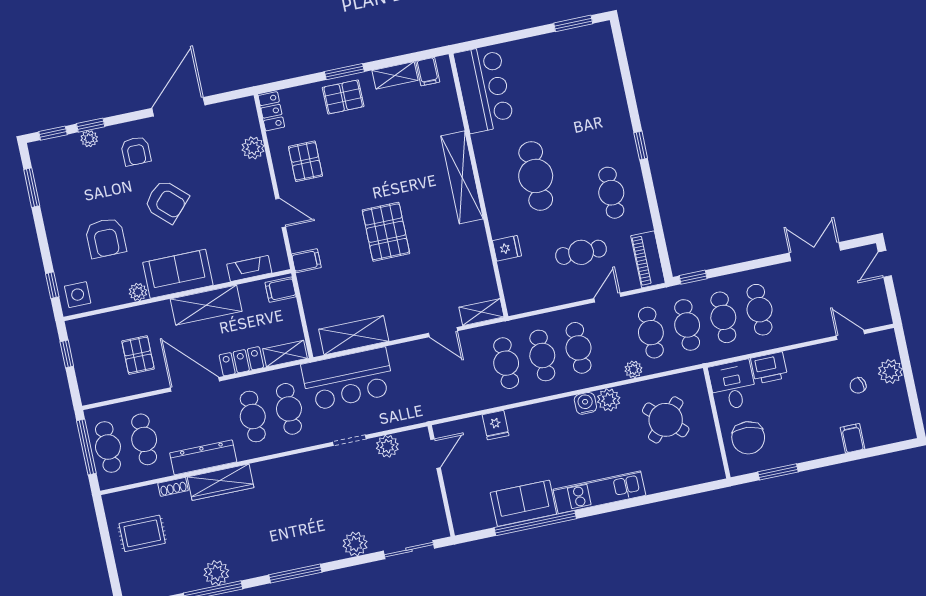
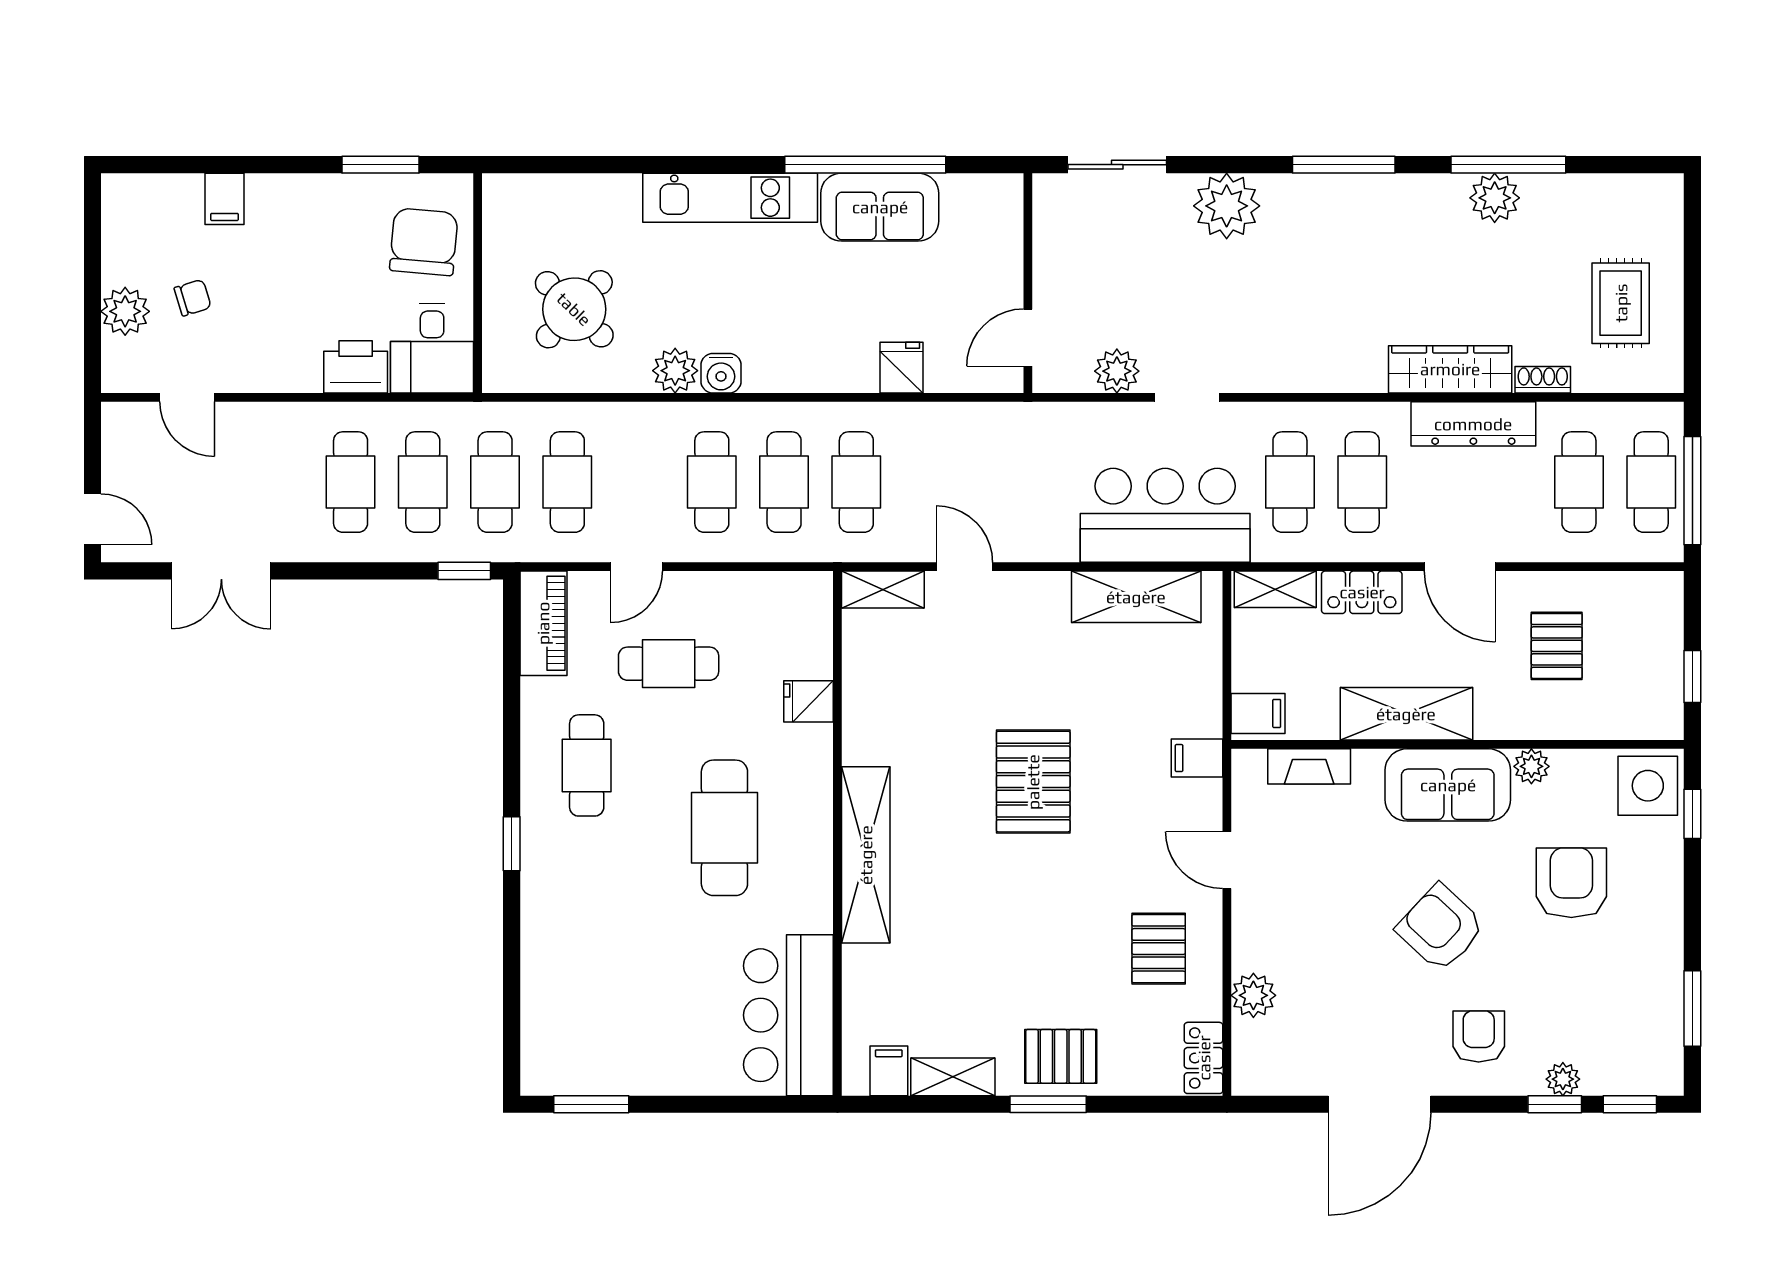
door: (885, 264) -> (93, 519), hinge flipped
side table: (78, 295) -> (1648, 786), width x1.37, depth x1.37
plant: (633, 369) -> (616, 419), removed
door: (195, 384) -> (1460, 567), width x0.73
rug: (142, 533) -> (1621, 303), turned 90
plant: (355, 544) -> (1227, 206), width x1.36, depth x1.36

